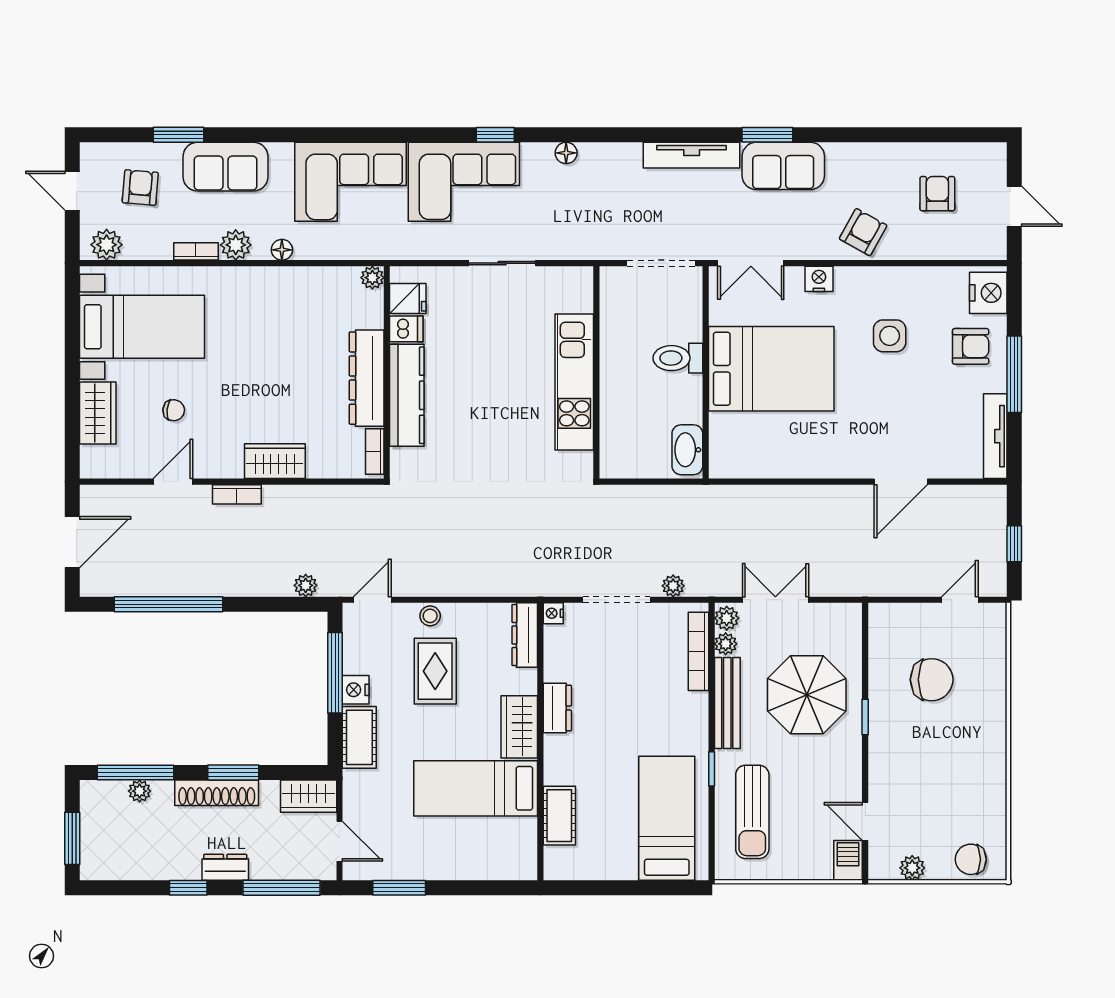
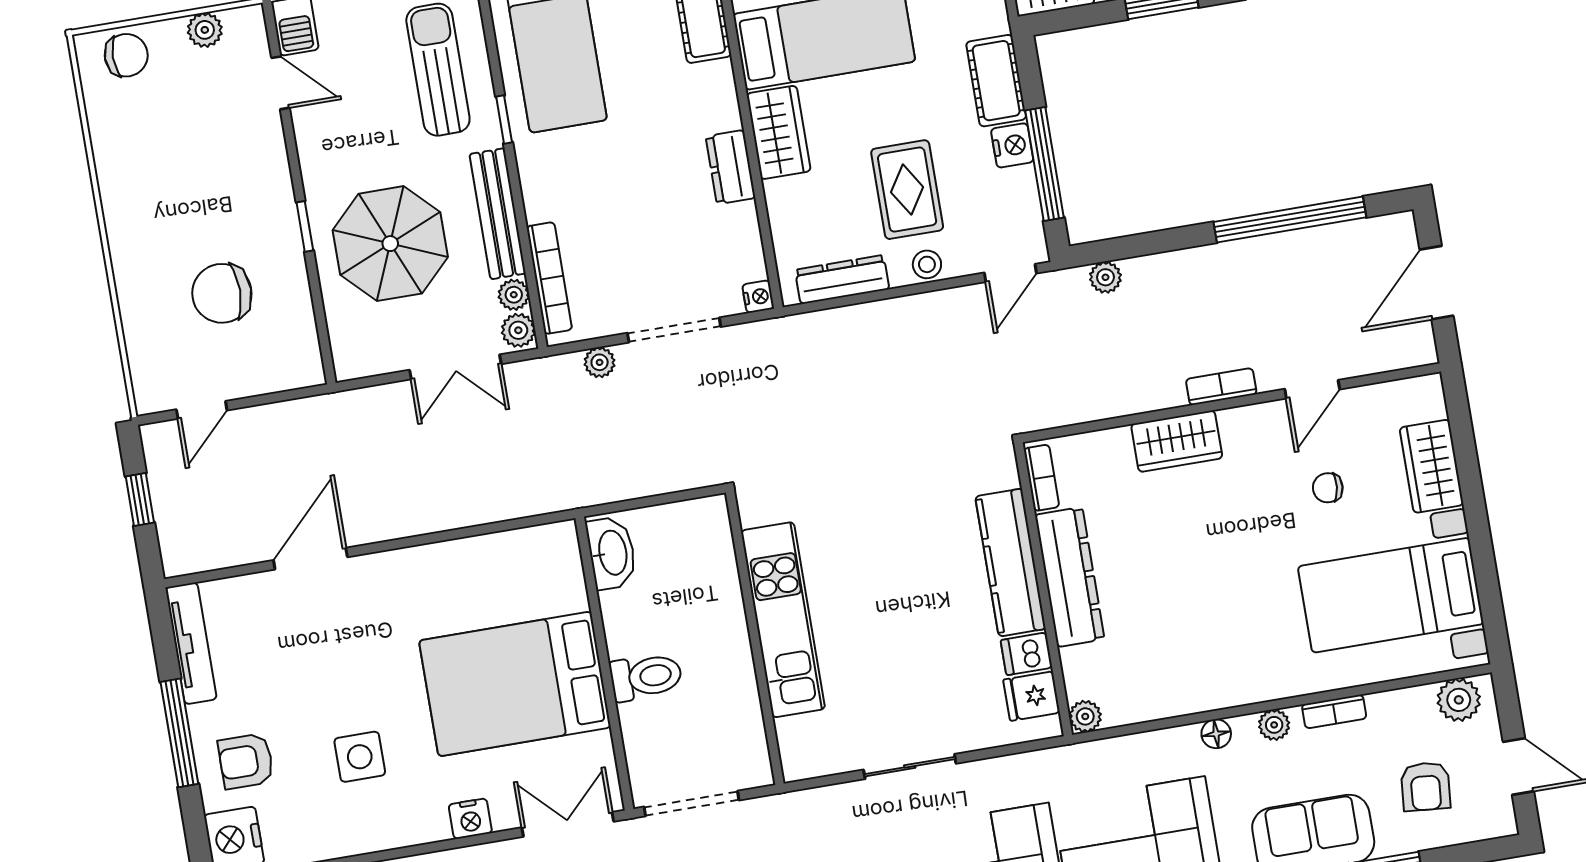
plant: (236, 245) -> (1274, 725), width x0.73, depth x0.73
dresser: (525, 635) -> (842, 279), moved, turned -90

